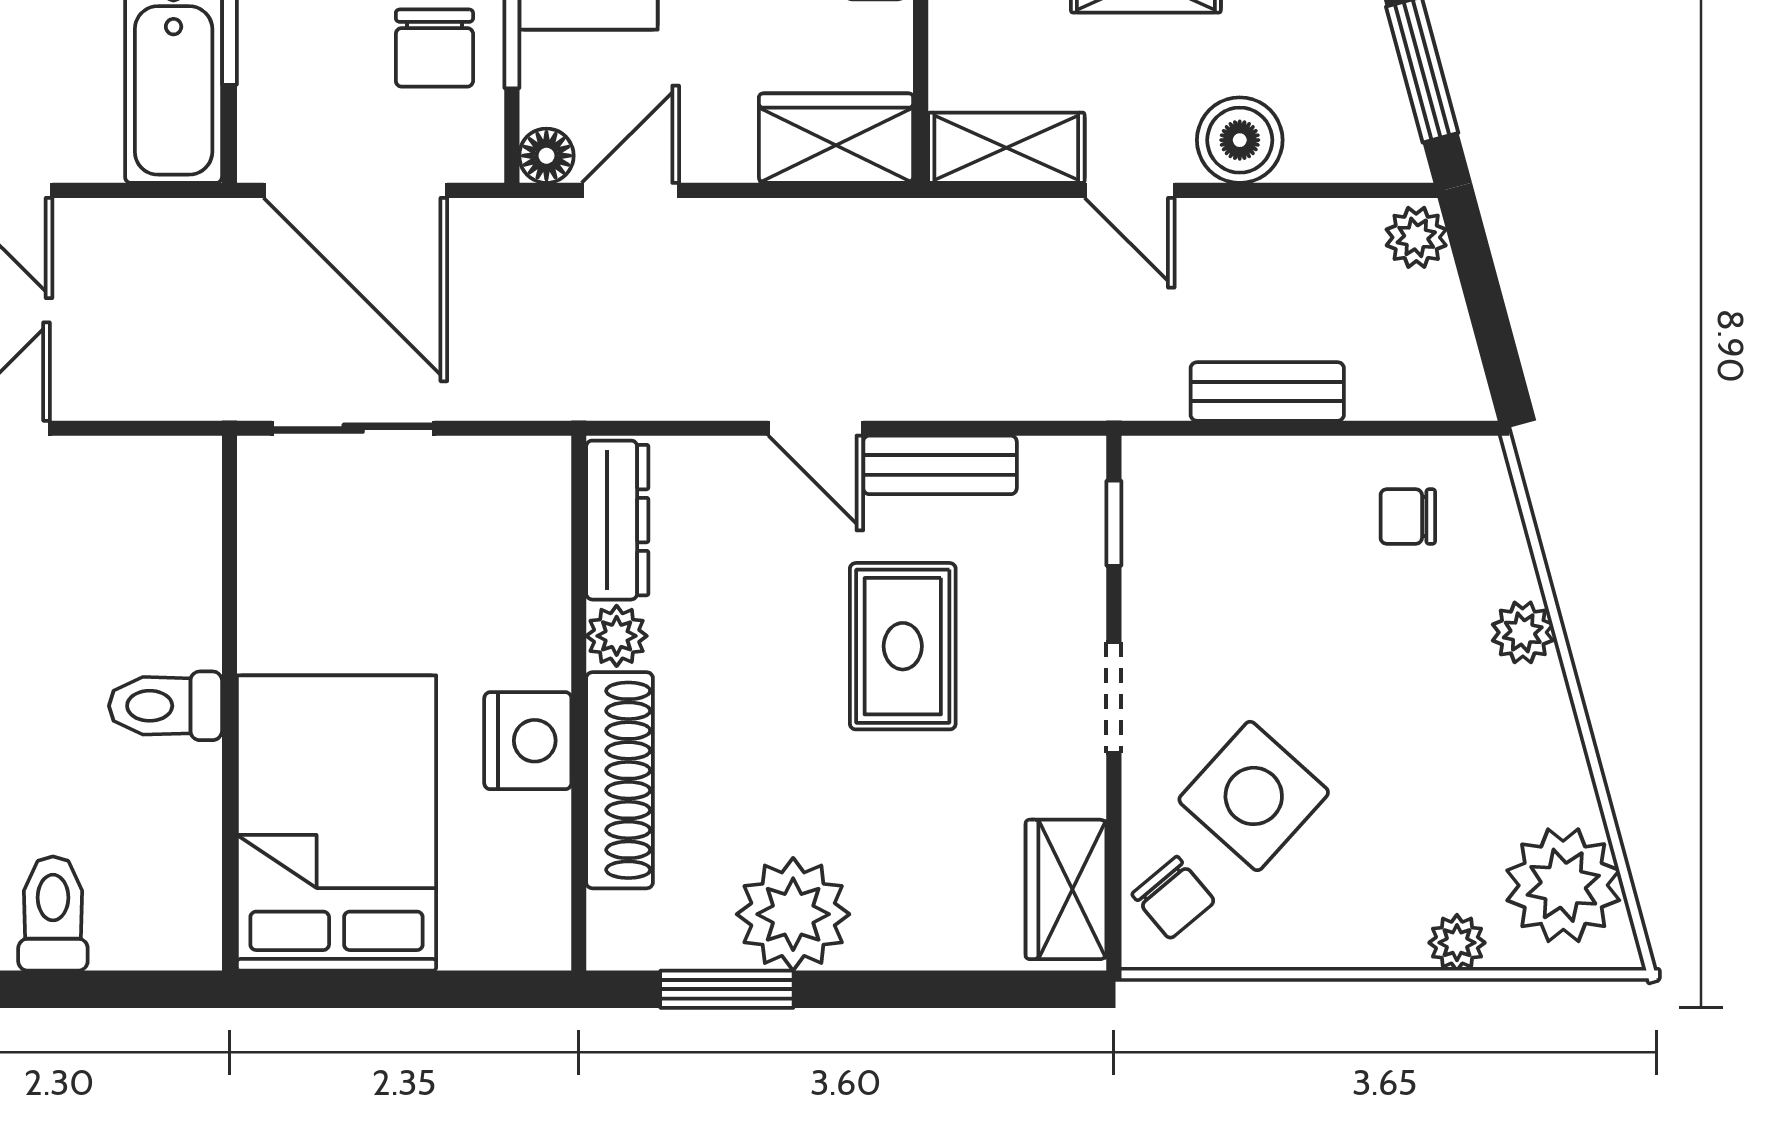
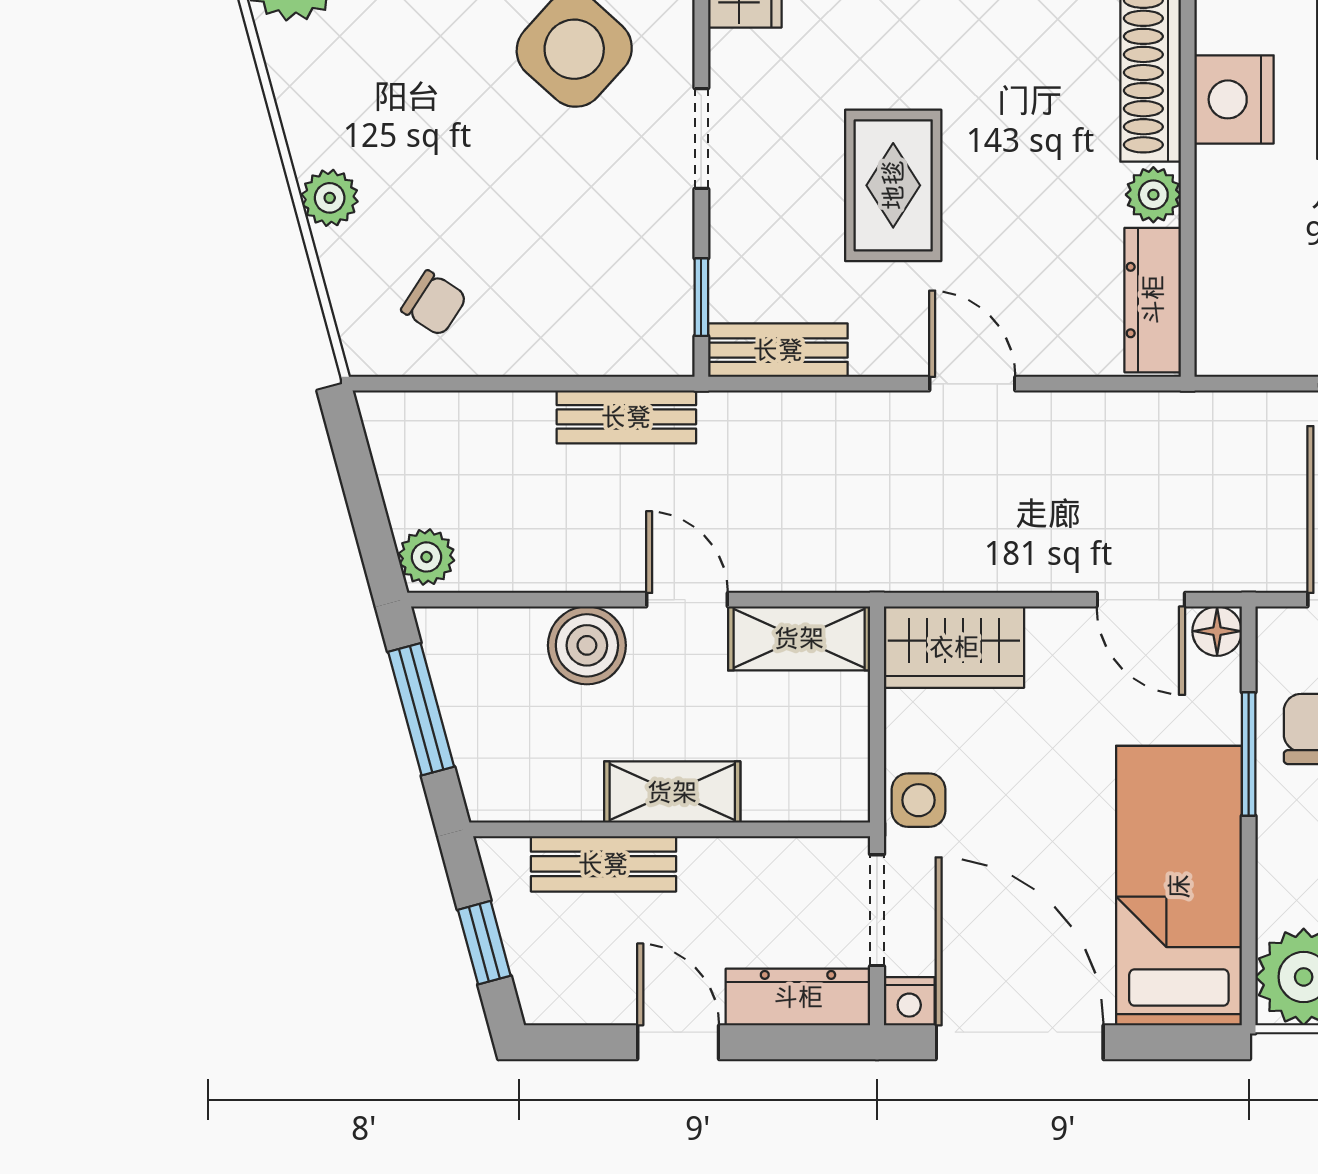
door: (630, 190) -> (1141, 600), hinge flipped
bench: (1267, 391) -> (626, 417), moved
bench: (940, 465) -> (778, 350), moved
chair: (1408, 516) -> (434, 303), turned 33

